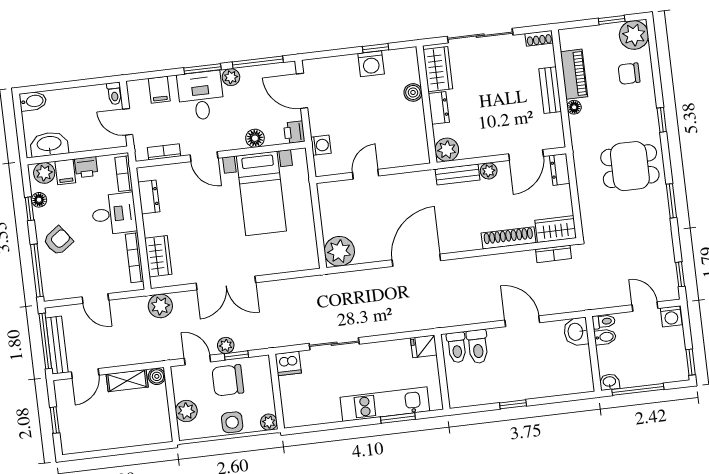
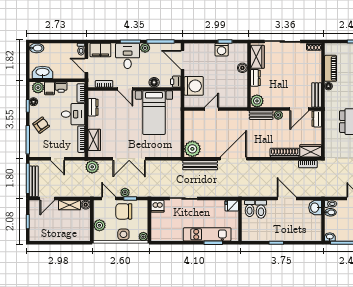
filing cabinet: (159, 90) -> (100, 50), width x2.00
bench: (550, 90) -> (317, 95), moved
washing machine: (321, 145) -> (194, 86), width x1.89, depth x1.89
bench: (357, 279) -> (200, 165), added

